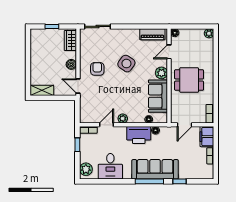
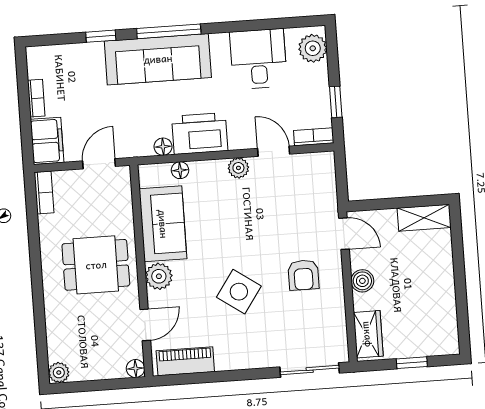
door: (107, 125) -> (274, 151), swing flipped

